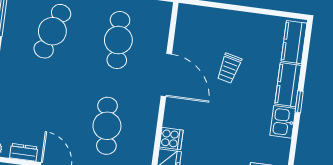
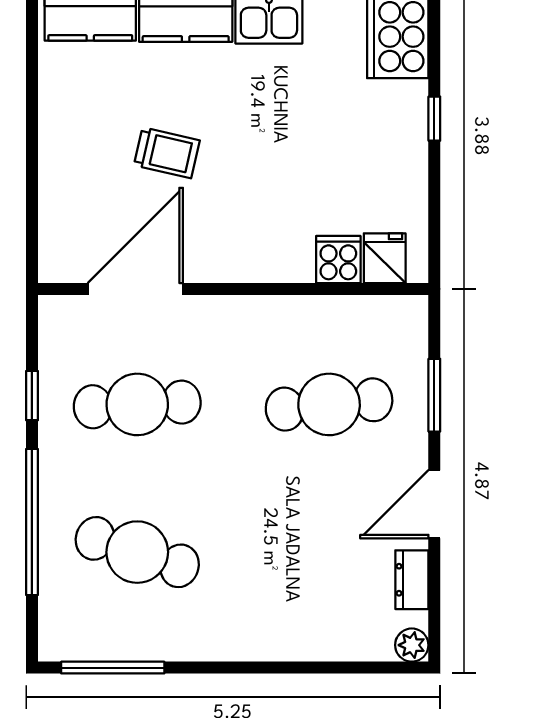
door: (166, 75) -> (135, 289), moved

